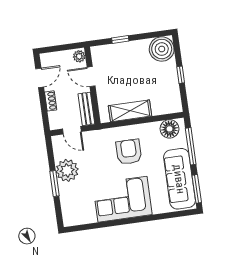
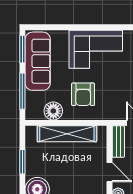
window: (181, 75) -> (22, 162), width x1.50
shelving: (130, 111) -> (67, 134), width x1.47
floor lamp: (170, 129) -> (53, 111), moved

